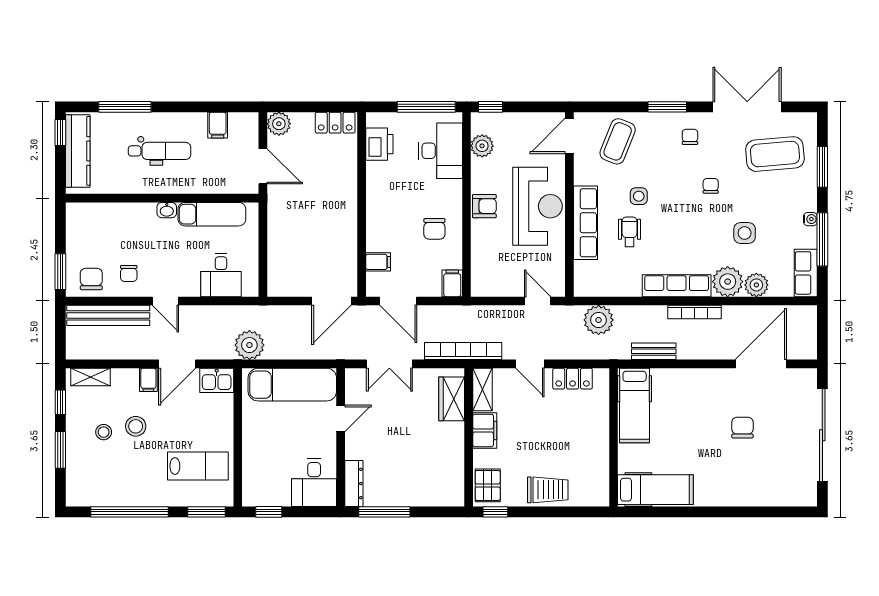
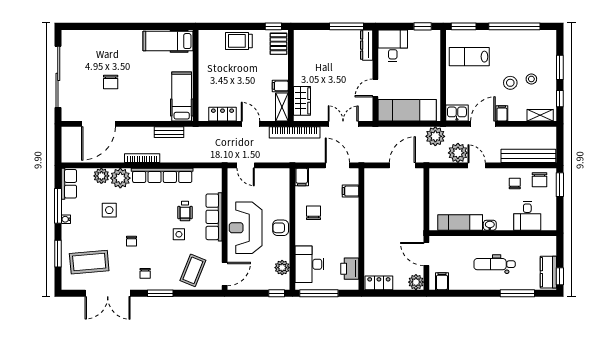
filing cabinet: (218, 125) -> (442, 281), moved
kitchen counter: (78, 151) -> (548, 272), width x0.67
desk: (221, 275) -> (527, 216), moved, turned 180
row of seats: (677, 286) -> (162, 175), width x1.36
door: (165, 301) -> (477, 165), moved
door: (331, 301) -> (402, 165), moved
plant: (599, 320) -> (458, 153), moved
filing cabinet: (485, 430) -> (280, 86), width x0.50

